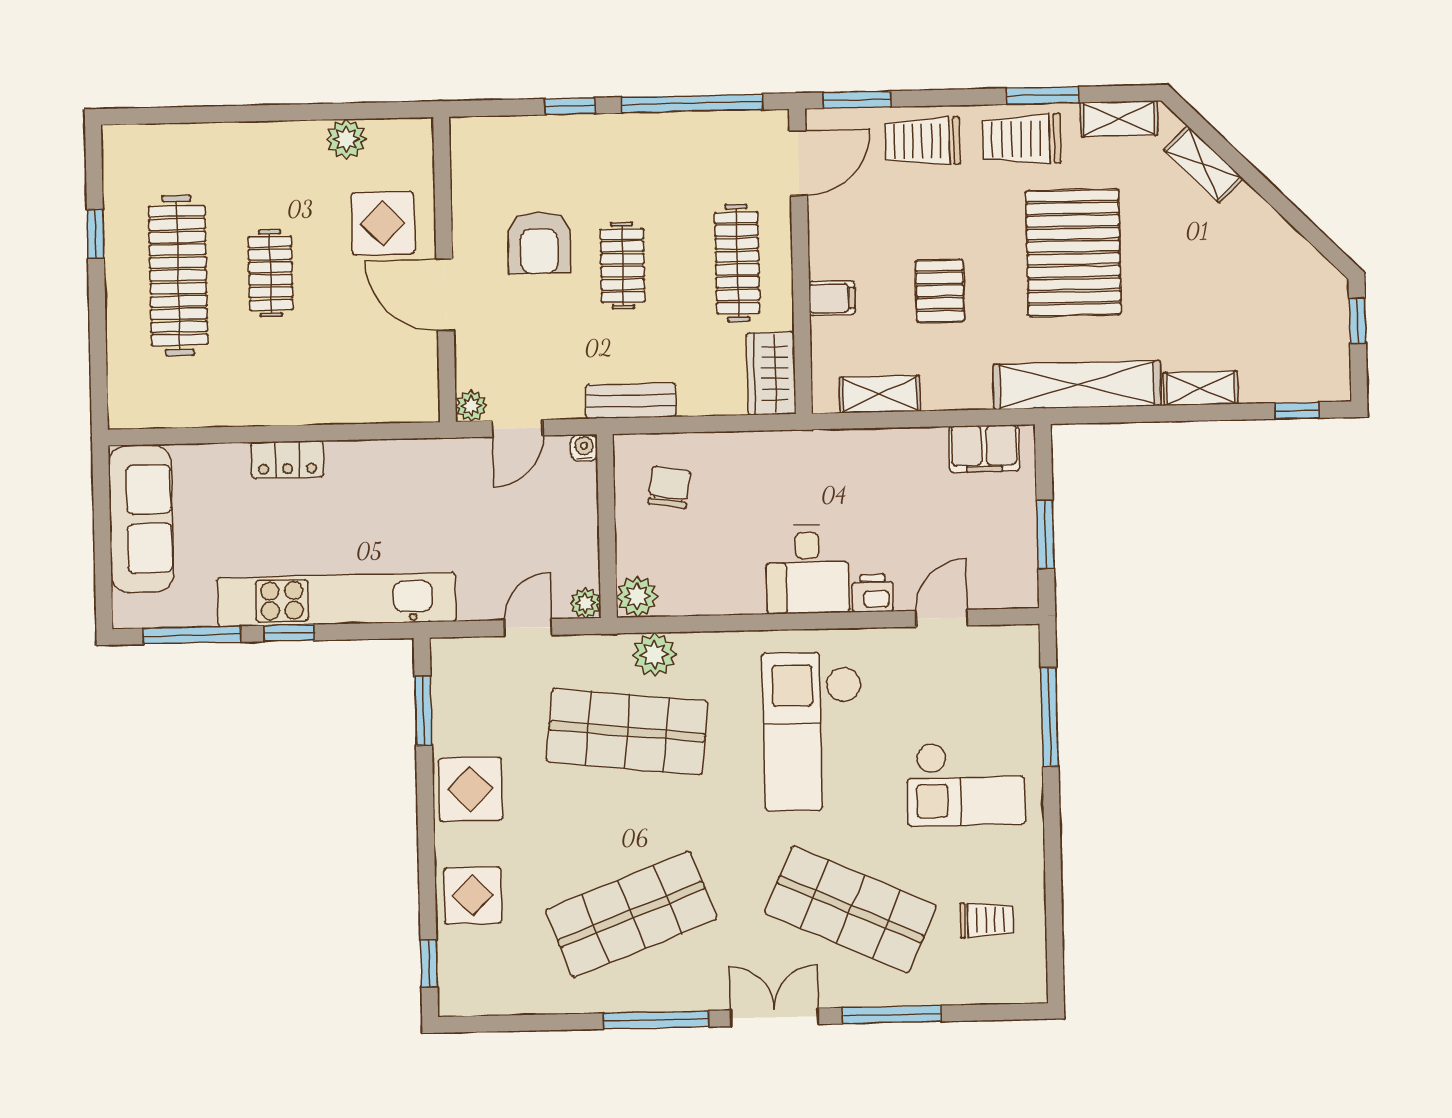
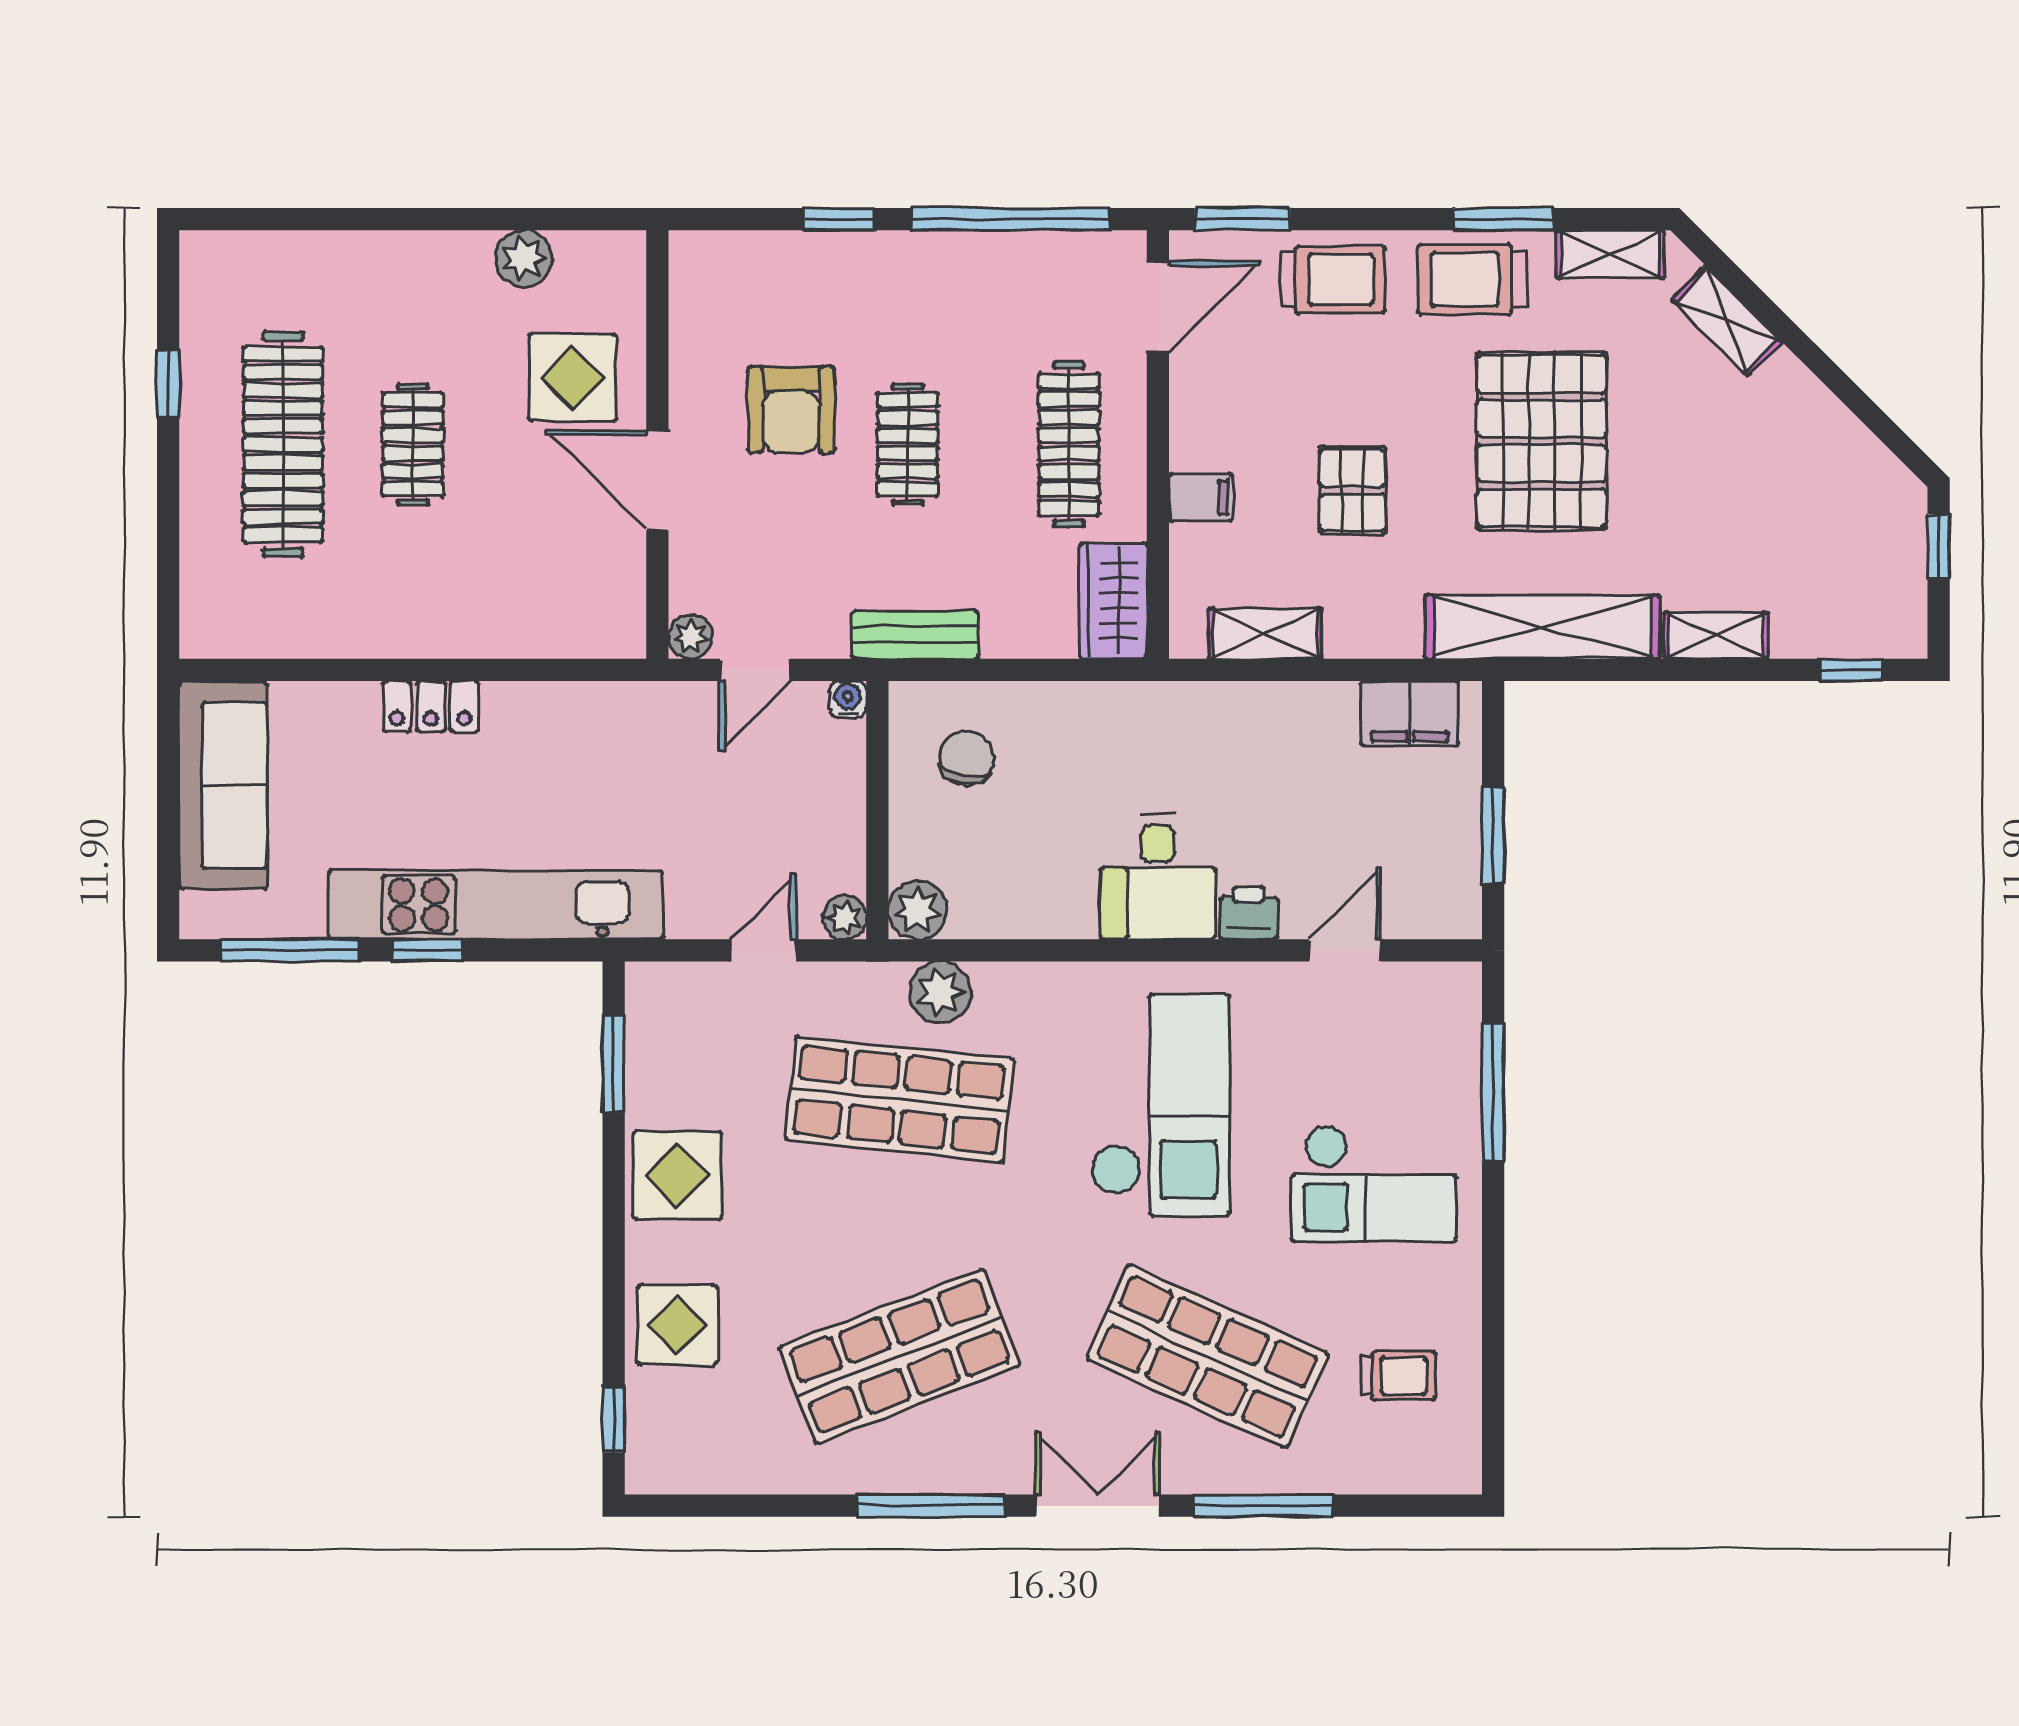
trolley: (923, 141) -> (1333, 279), turned 180
checkout: (813, 731) -> (1160, 1105), turned 180

